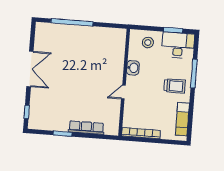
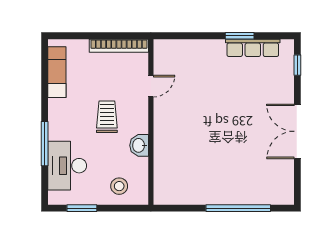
desk: (178, 45) -> (67, 166), moved, turned 90
trolley: (175, 86) -> (107, 117), moved, turned 90
door: (123, 92) -> (151, 86), moved
row of seats: (86, 128) -> (253, 48), moved

